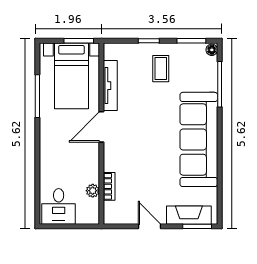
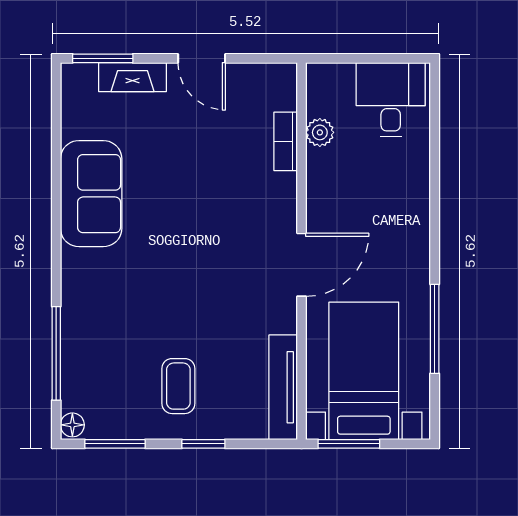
tv unit: (110, 86) -> (283, 387), moved
sofa: (199, 139) -> (91, 194), width x0.54, depth x0.79
fireplace: (189, 215) -> (132, 77), width x0.73, depth x0.76

